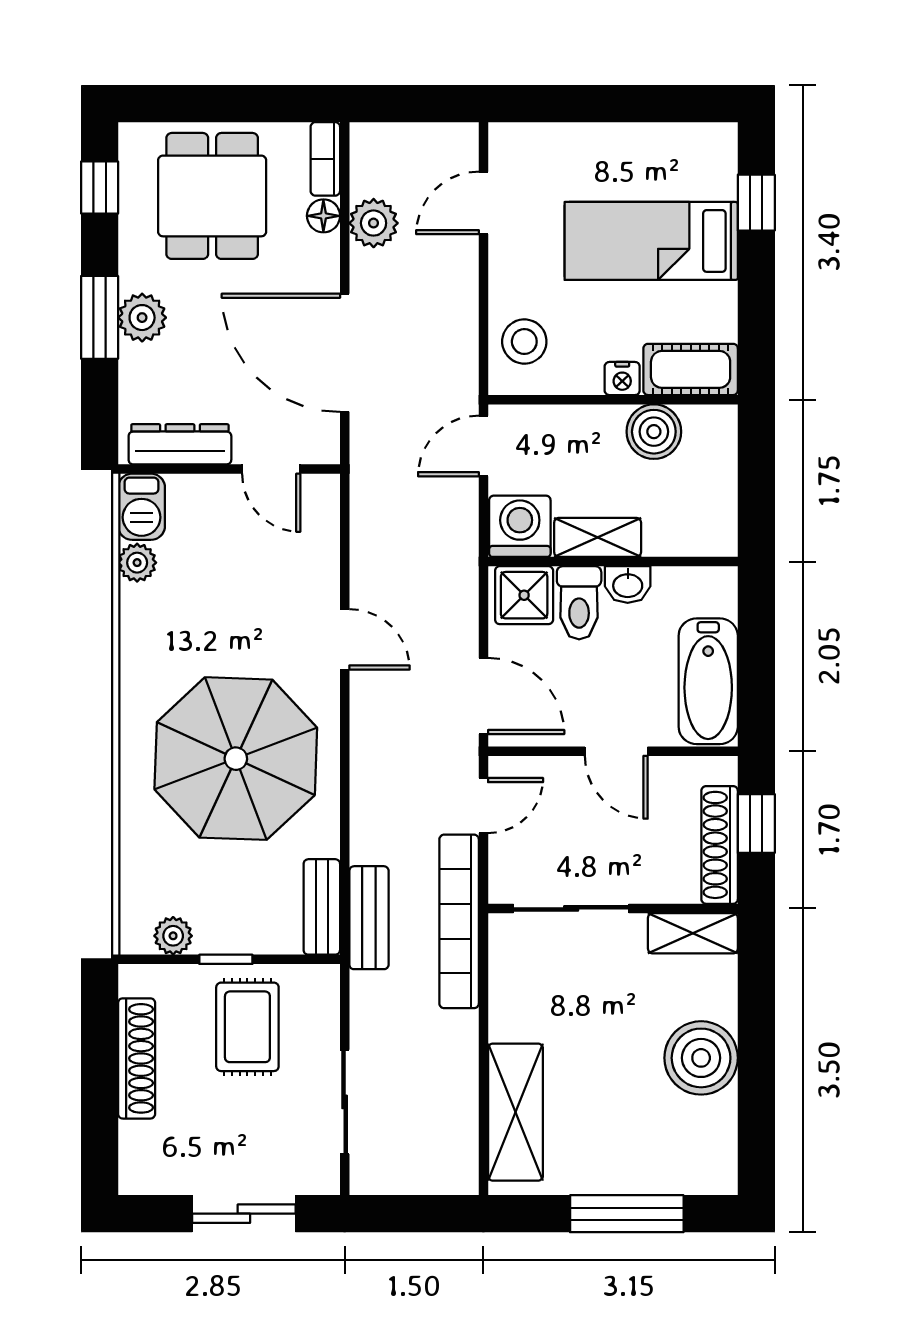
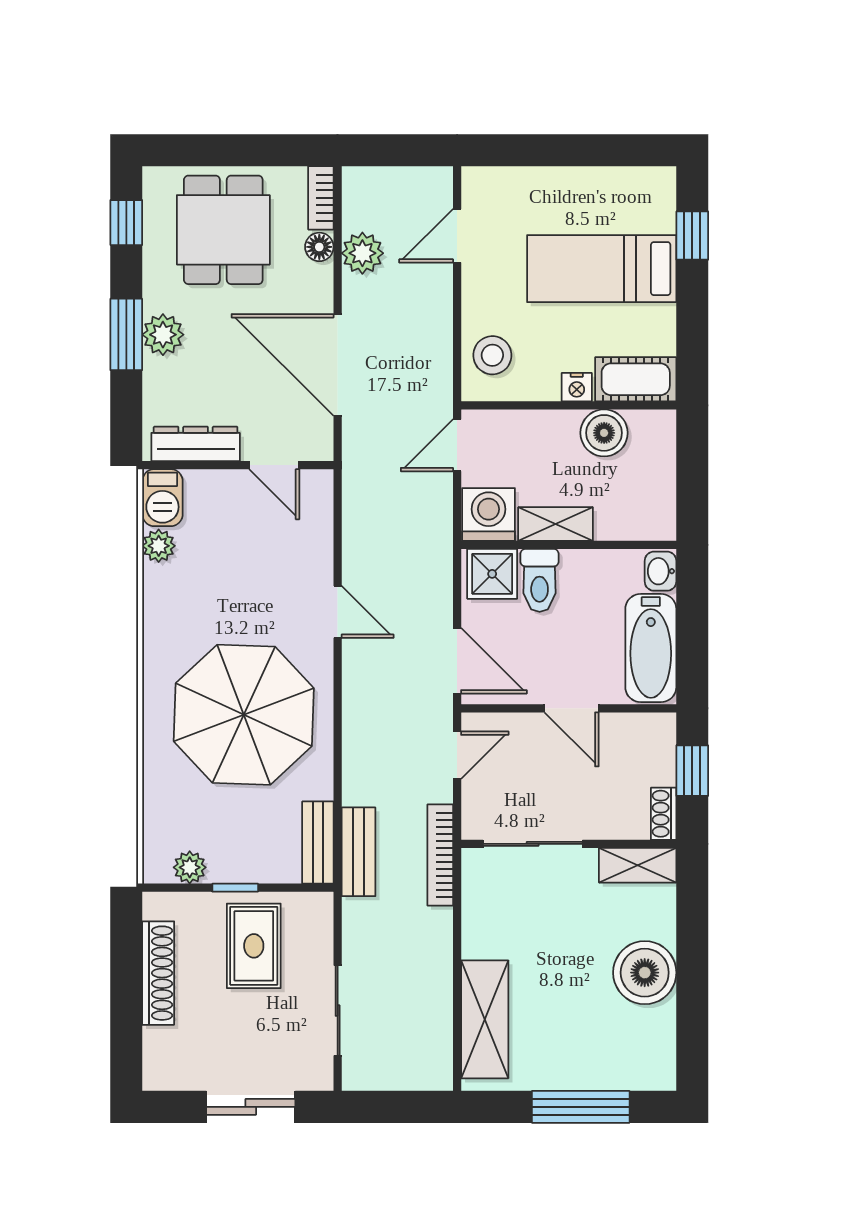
washbasin: (628, 585) -> (661, 571), moved, turned 90
shoe rack: (720, 845) -> (664, 814), width x0.51, depth x0.81
bookcase: (459, 921) -> (440, 855), width x0.68, depth x0.76

